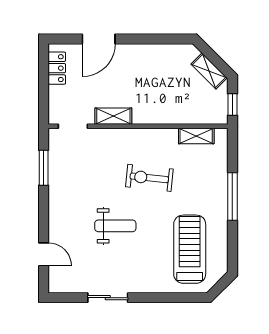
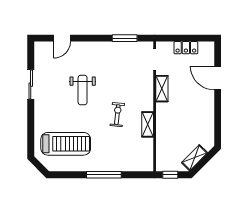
locker: (57, 68) -> (186, 48), moved
shelving: (196, 136) -> (148, 124), moved
exercise bike: (149, 178) -> (117, 115), width x0.73, depth x0.72

